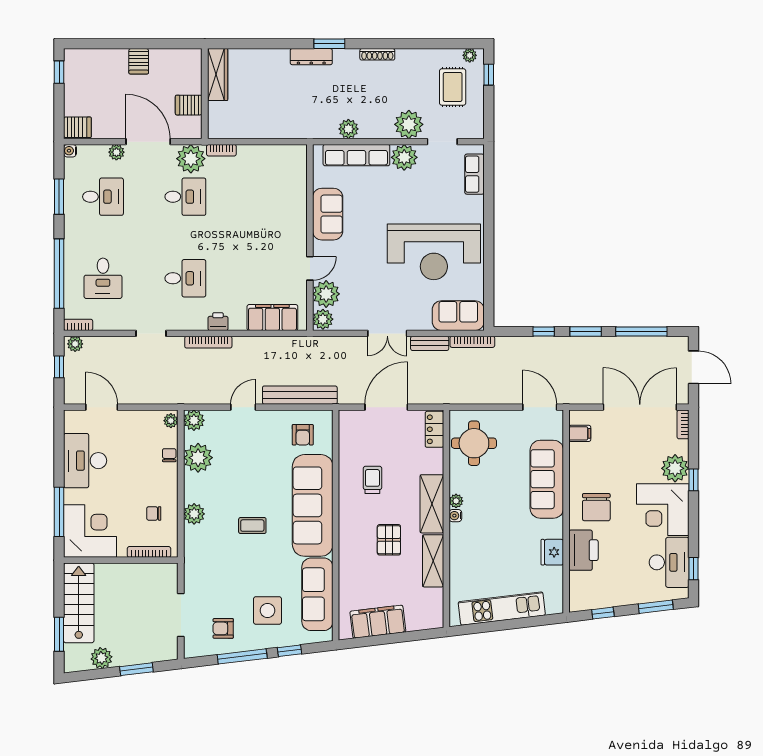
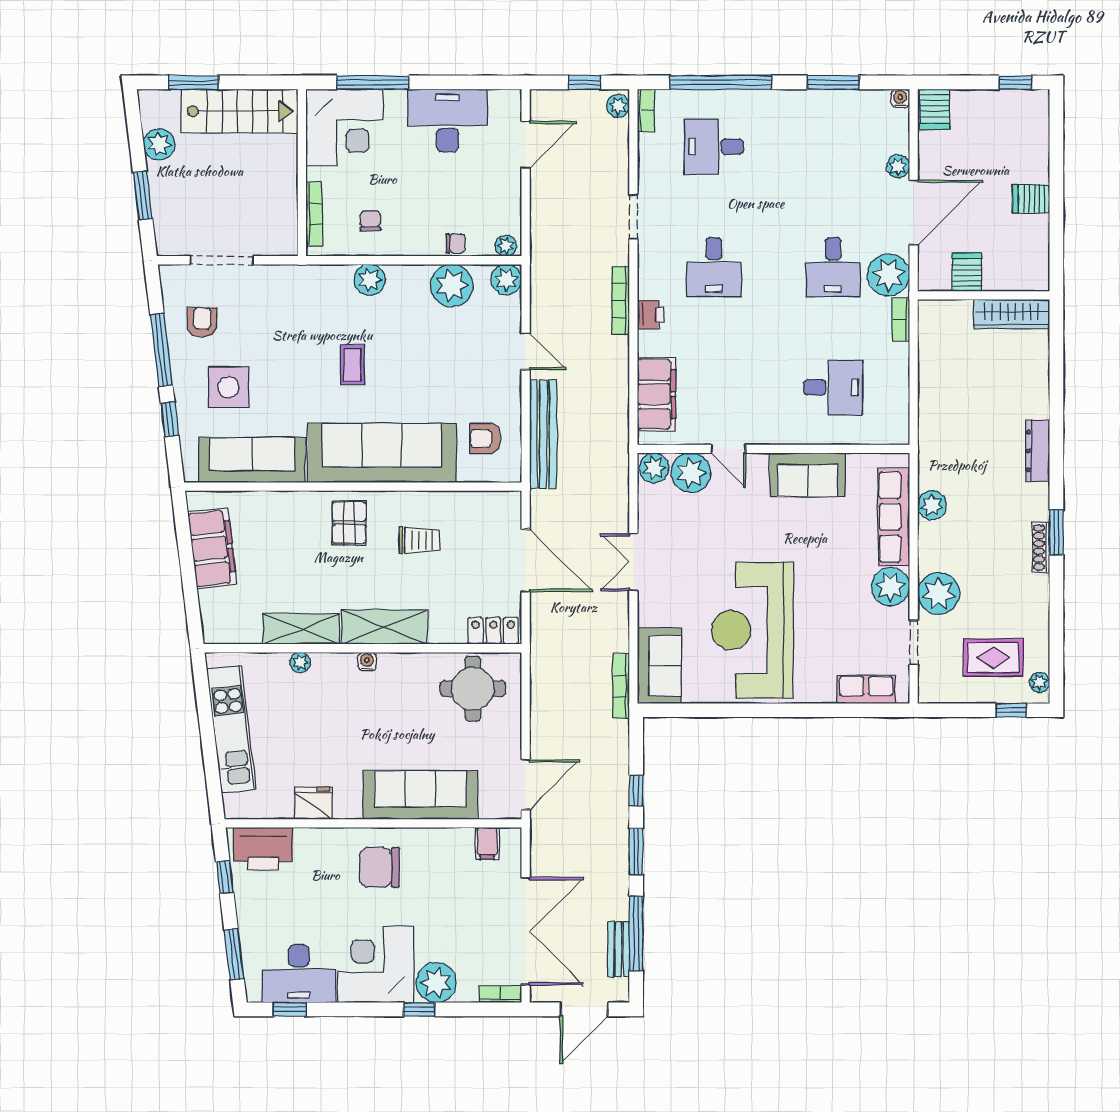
window: (329, 44) -> (1056, 532), moved
desk: (103, 197) -> (833, 387), moved, turned -90
bench: (430, 343) -> (619, 949), moved
plant: (456, 501) -> (300, 663), moved
pallet: (389, 540) -> (349, 523), moved, turned 90
printer: (583, 550) -> (263, 849), moved

